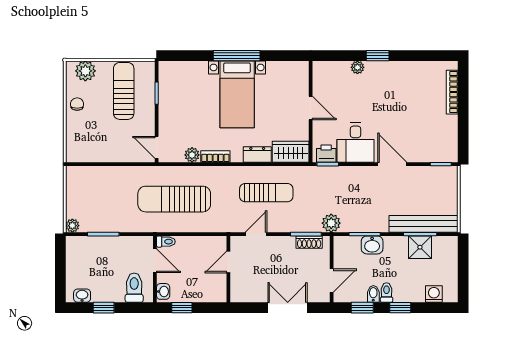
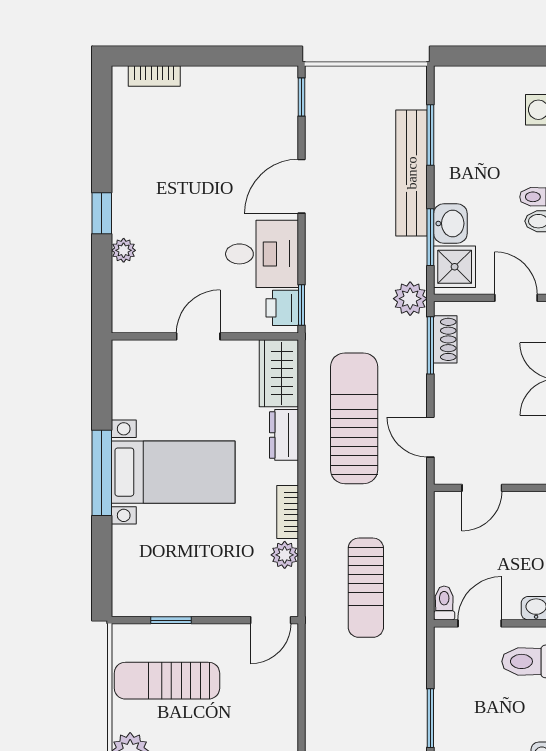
bookcase: (452, 92) -> (154, 76), width x0.64
sun lounger: (266, 193) -> (354, 418), width x1.36, depth x1.34
sun lounger: (174, 199) -> (366, 588), width x0.73, depth x0.75
bench: (423, 224) -> (412, 173), moved
shower: (420, 247) -> (455, 267), moved
door: (228, 262) -> (482, 488), hinge flipped

